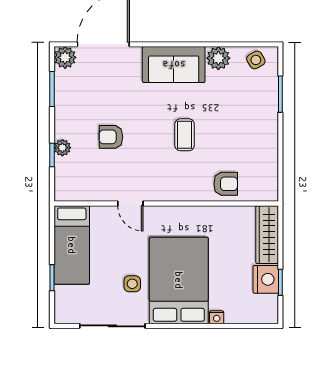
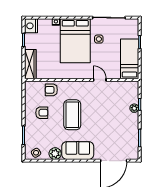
plant: (65, 57) -> (133, 154), removed
coffee table: (185, 135) -> (72, 115), width x1.86, depth x1.72
armchair: (111, 137) -> (42, 113), moved
nightstand: (266, 279) -> (31, 26), moved

